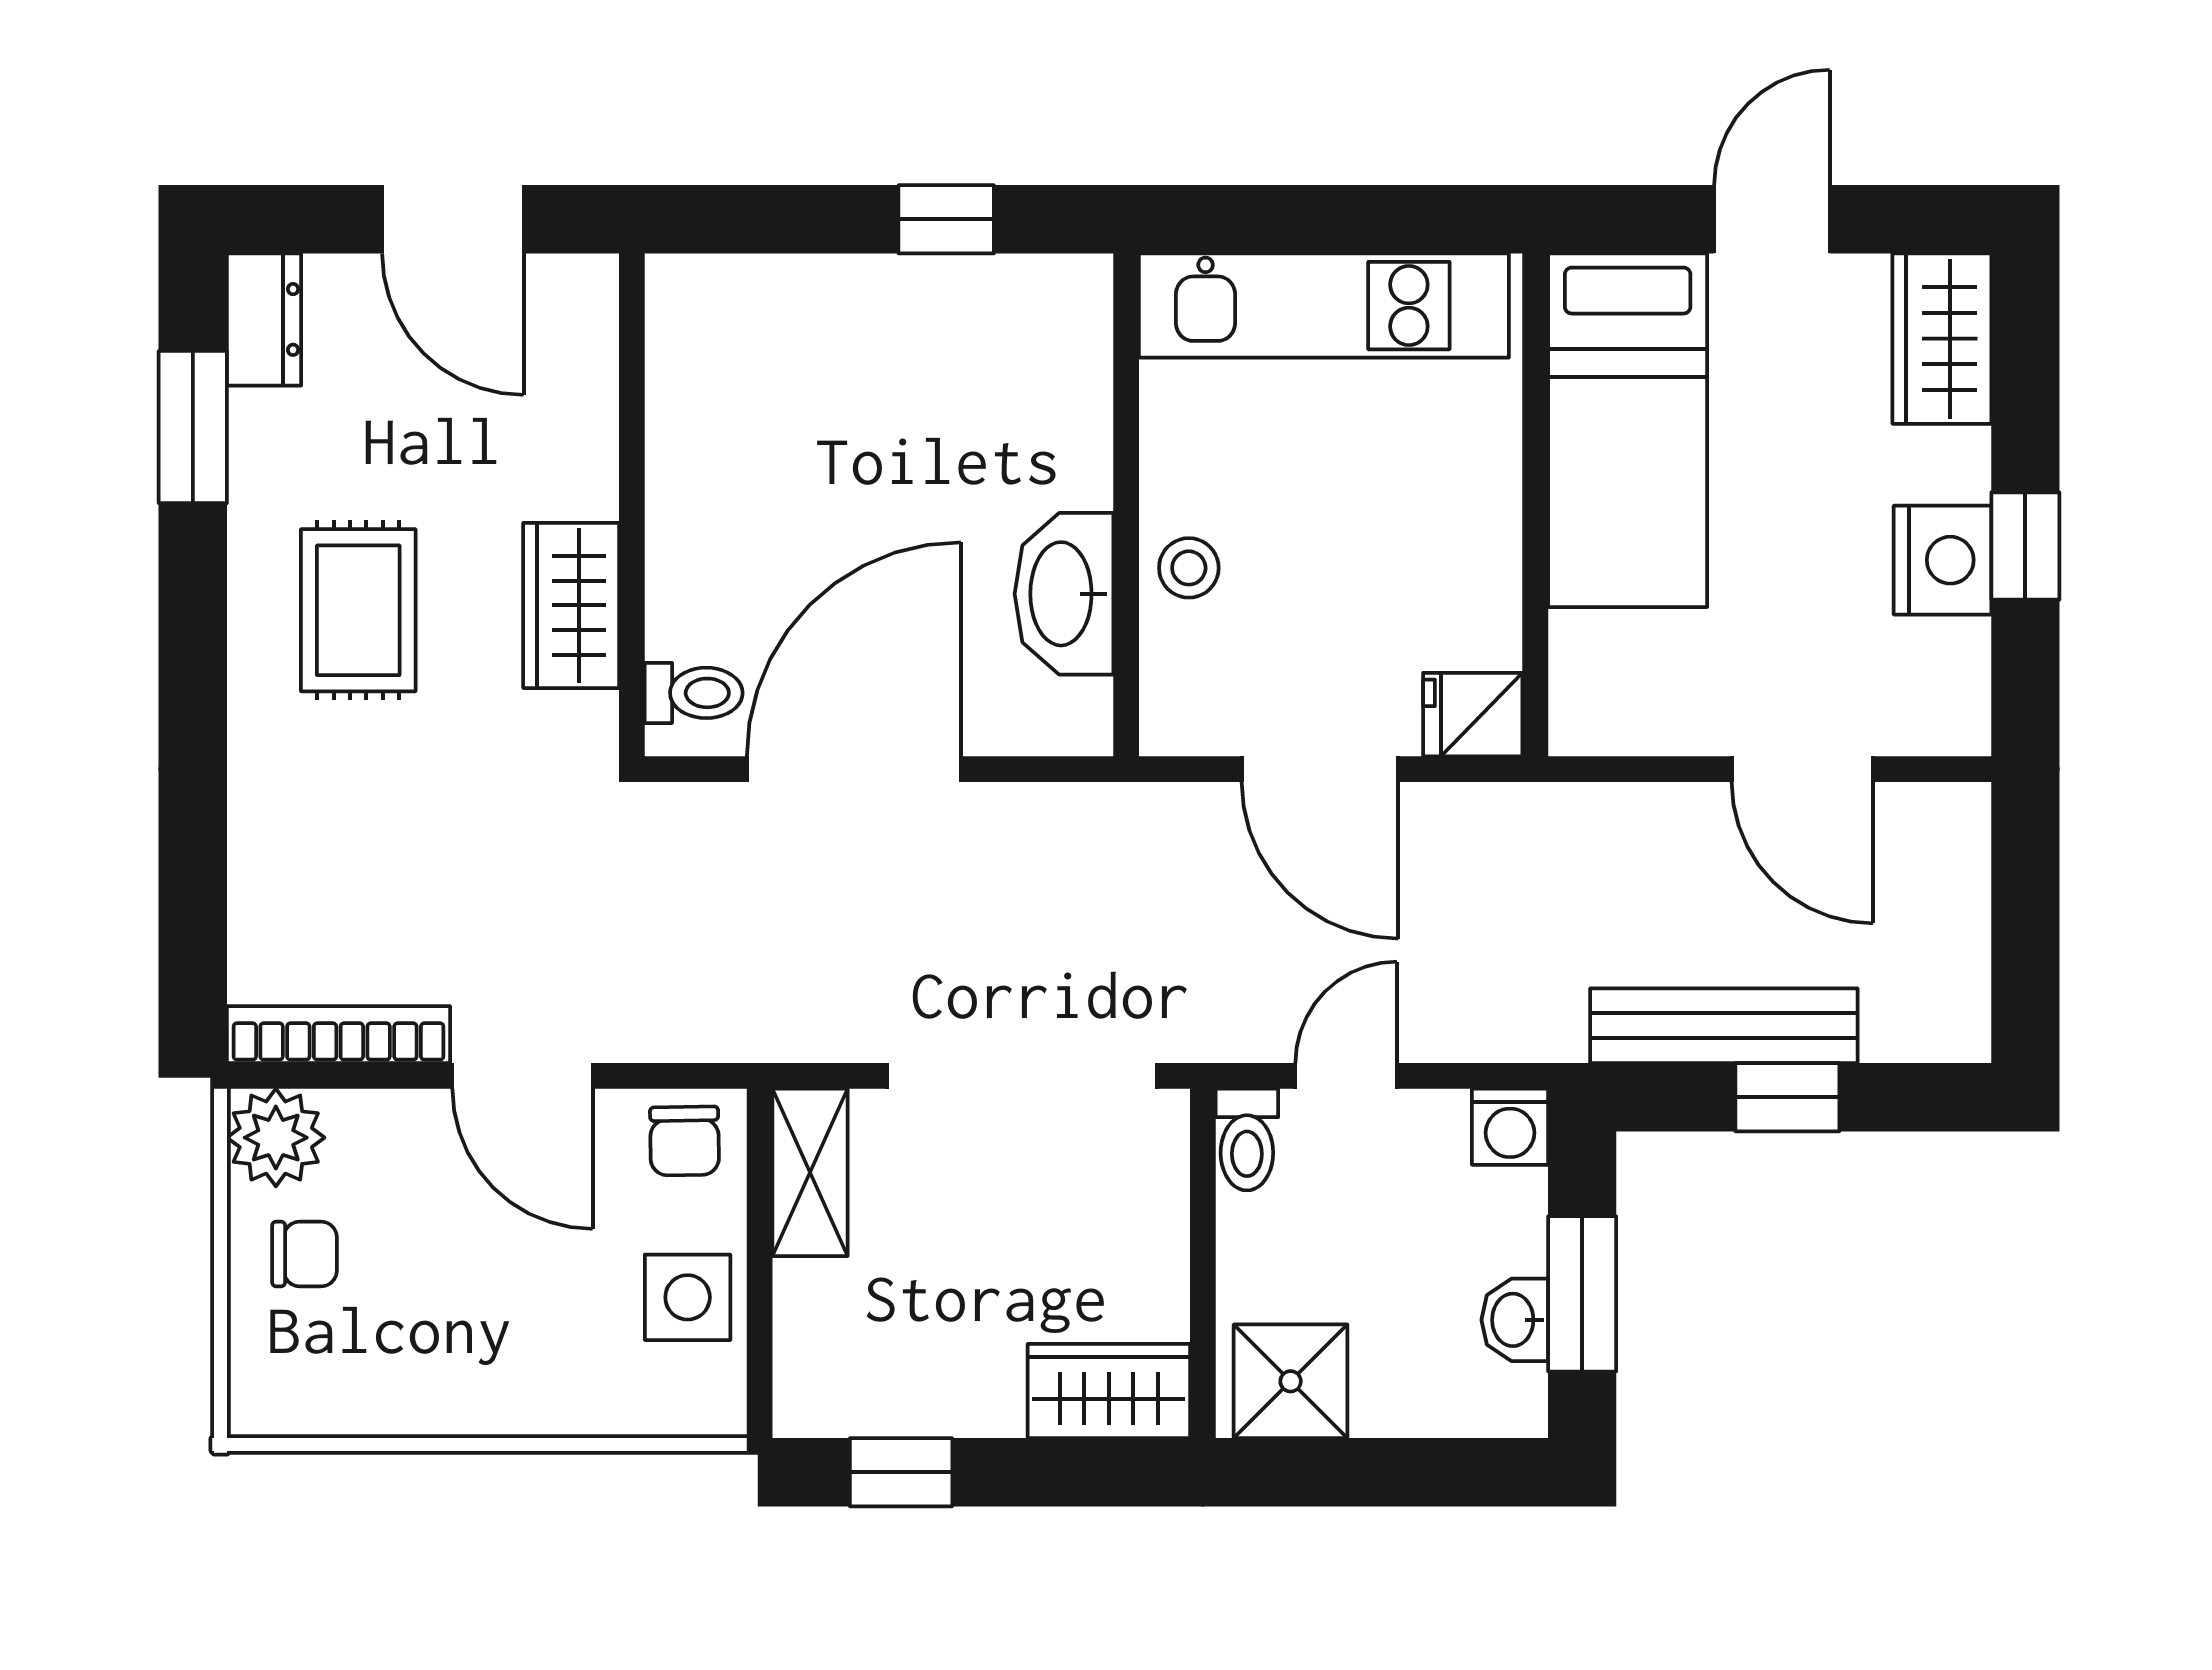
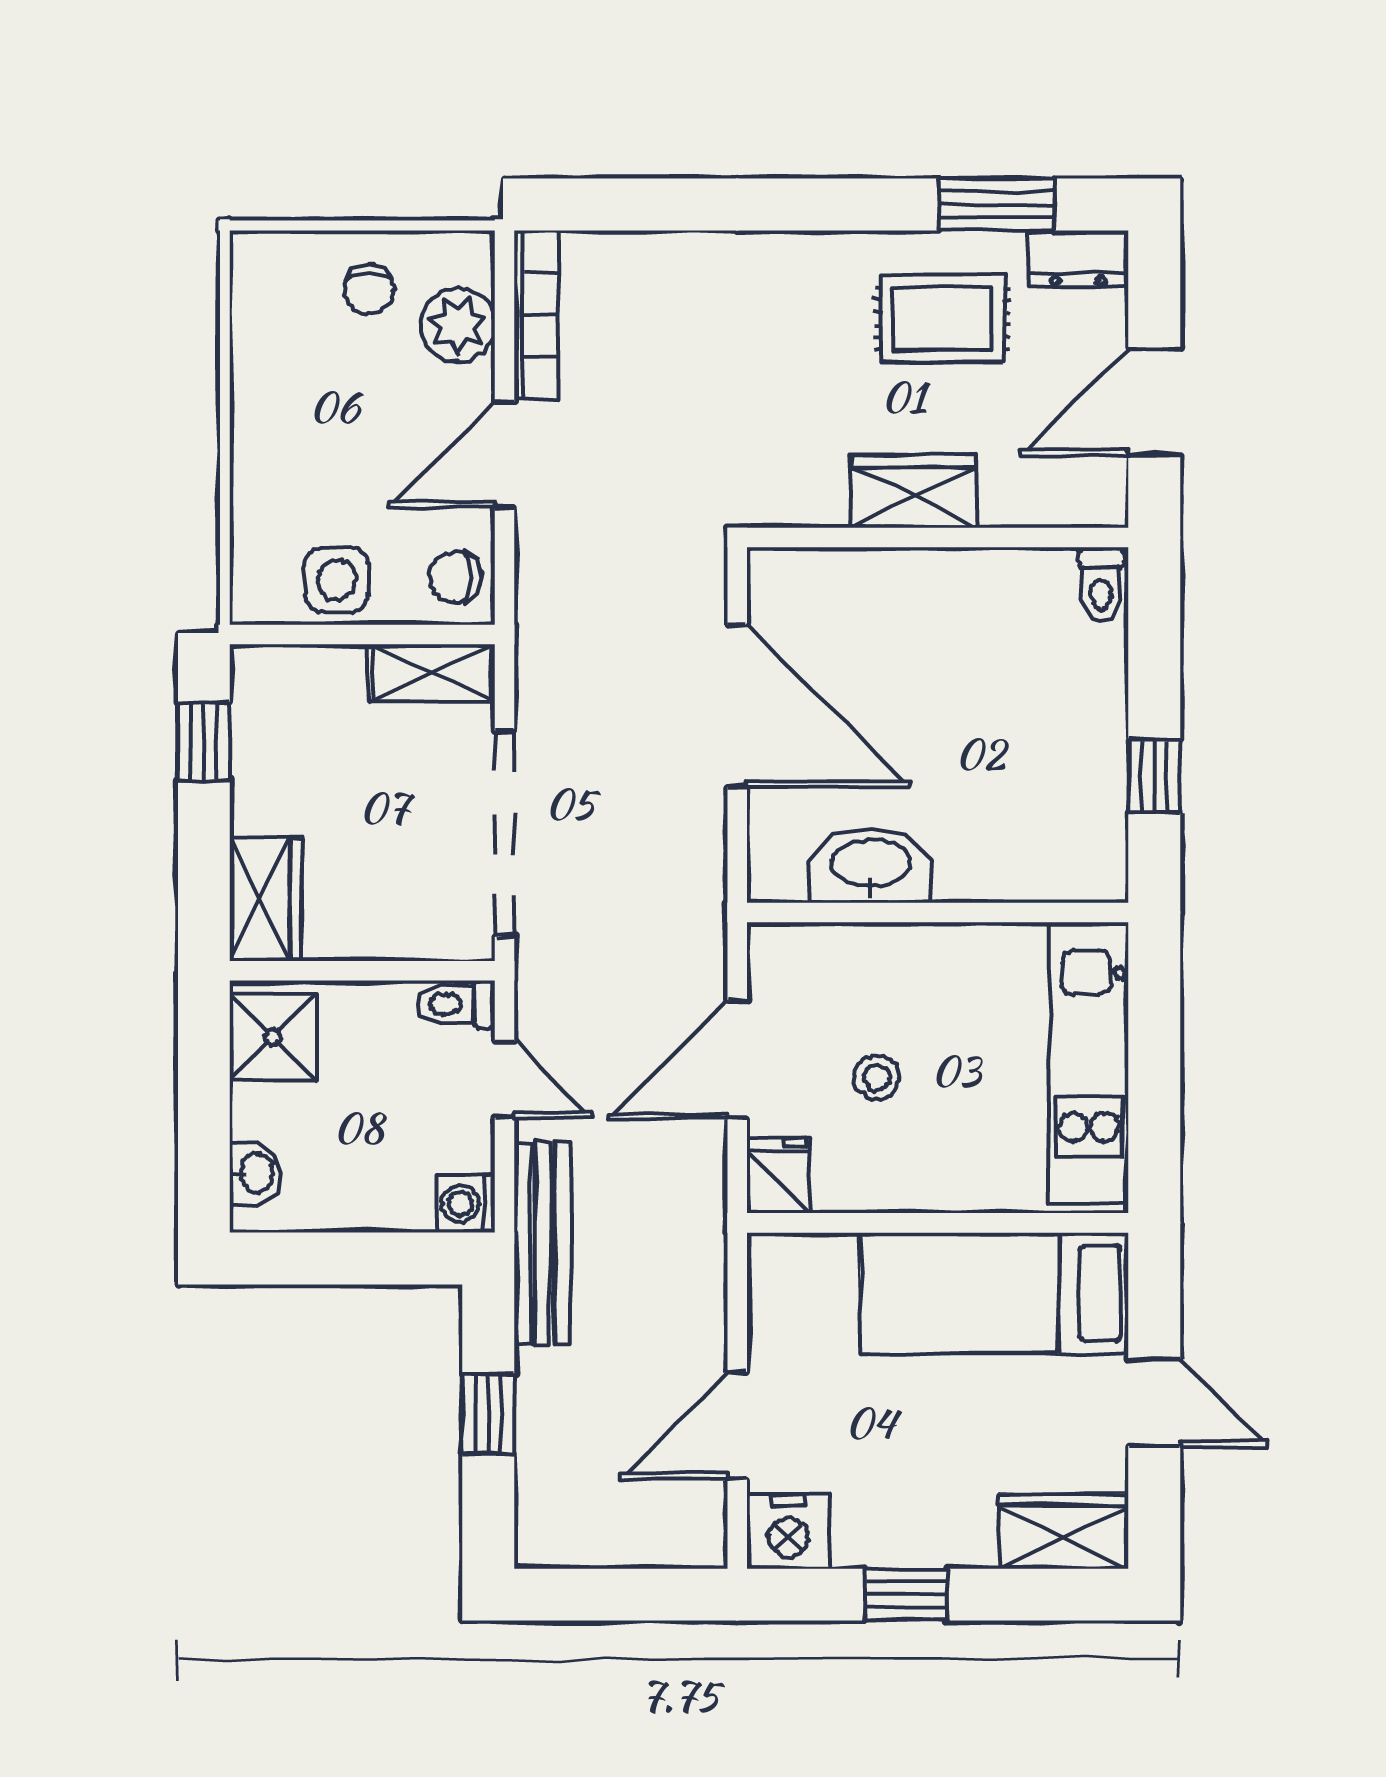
nightstand: (1942, 560) -> (788, 1532), moved
stool: (1189, 568) -> (877, 1077), moved
wardrobe: (571, 605) -> (914, 491), moved
rug: (358, 610) -> (942, 319), moved
toilet: (694, 693) -> (1101, 584), moved
bench: (1724, 1026) -> (543, 1244), moved
plant: (276, 1138) -> (458, 325), moved
window: (1582, 1294) -> (339, 1258), removed
washbasin: (1515, 1320) -> (255, 1173), moved, turned 90

